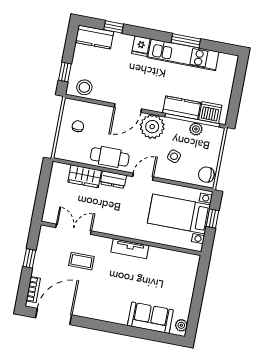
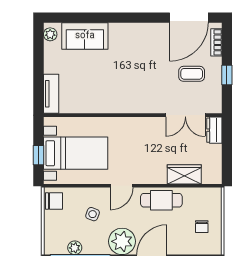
dresser: (113, 180) -> (214, 130), moved, turned -90
tv unit: (130, 249) -> (51, 94), moved, turned 90
coffee table: (81, 261) -> (192, 74), moved

